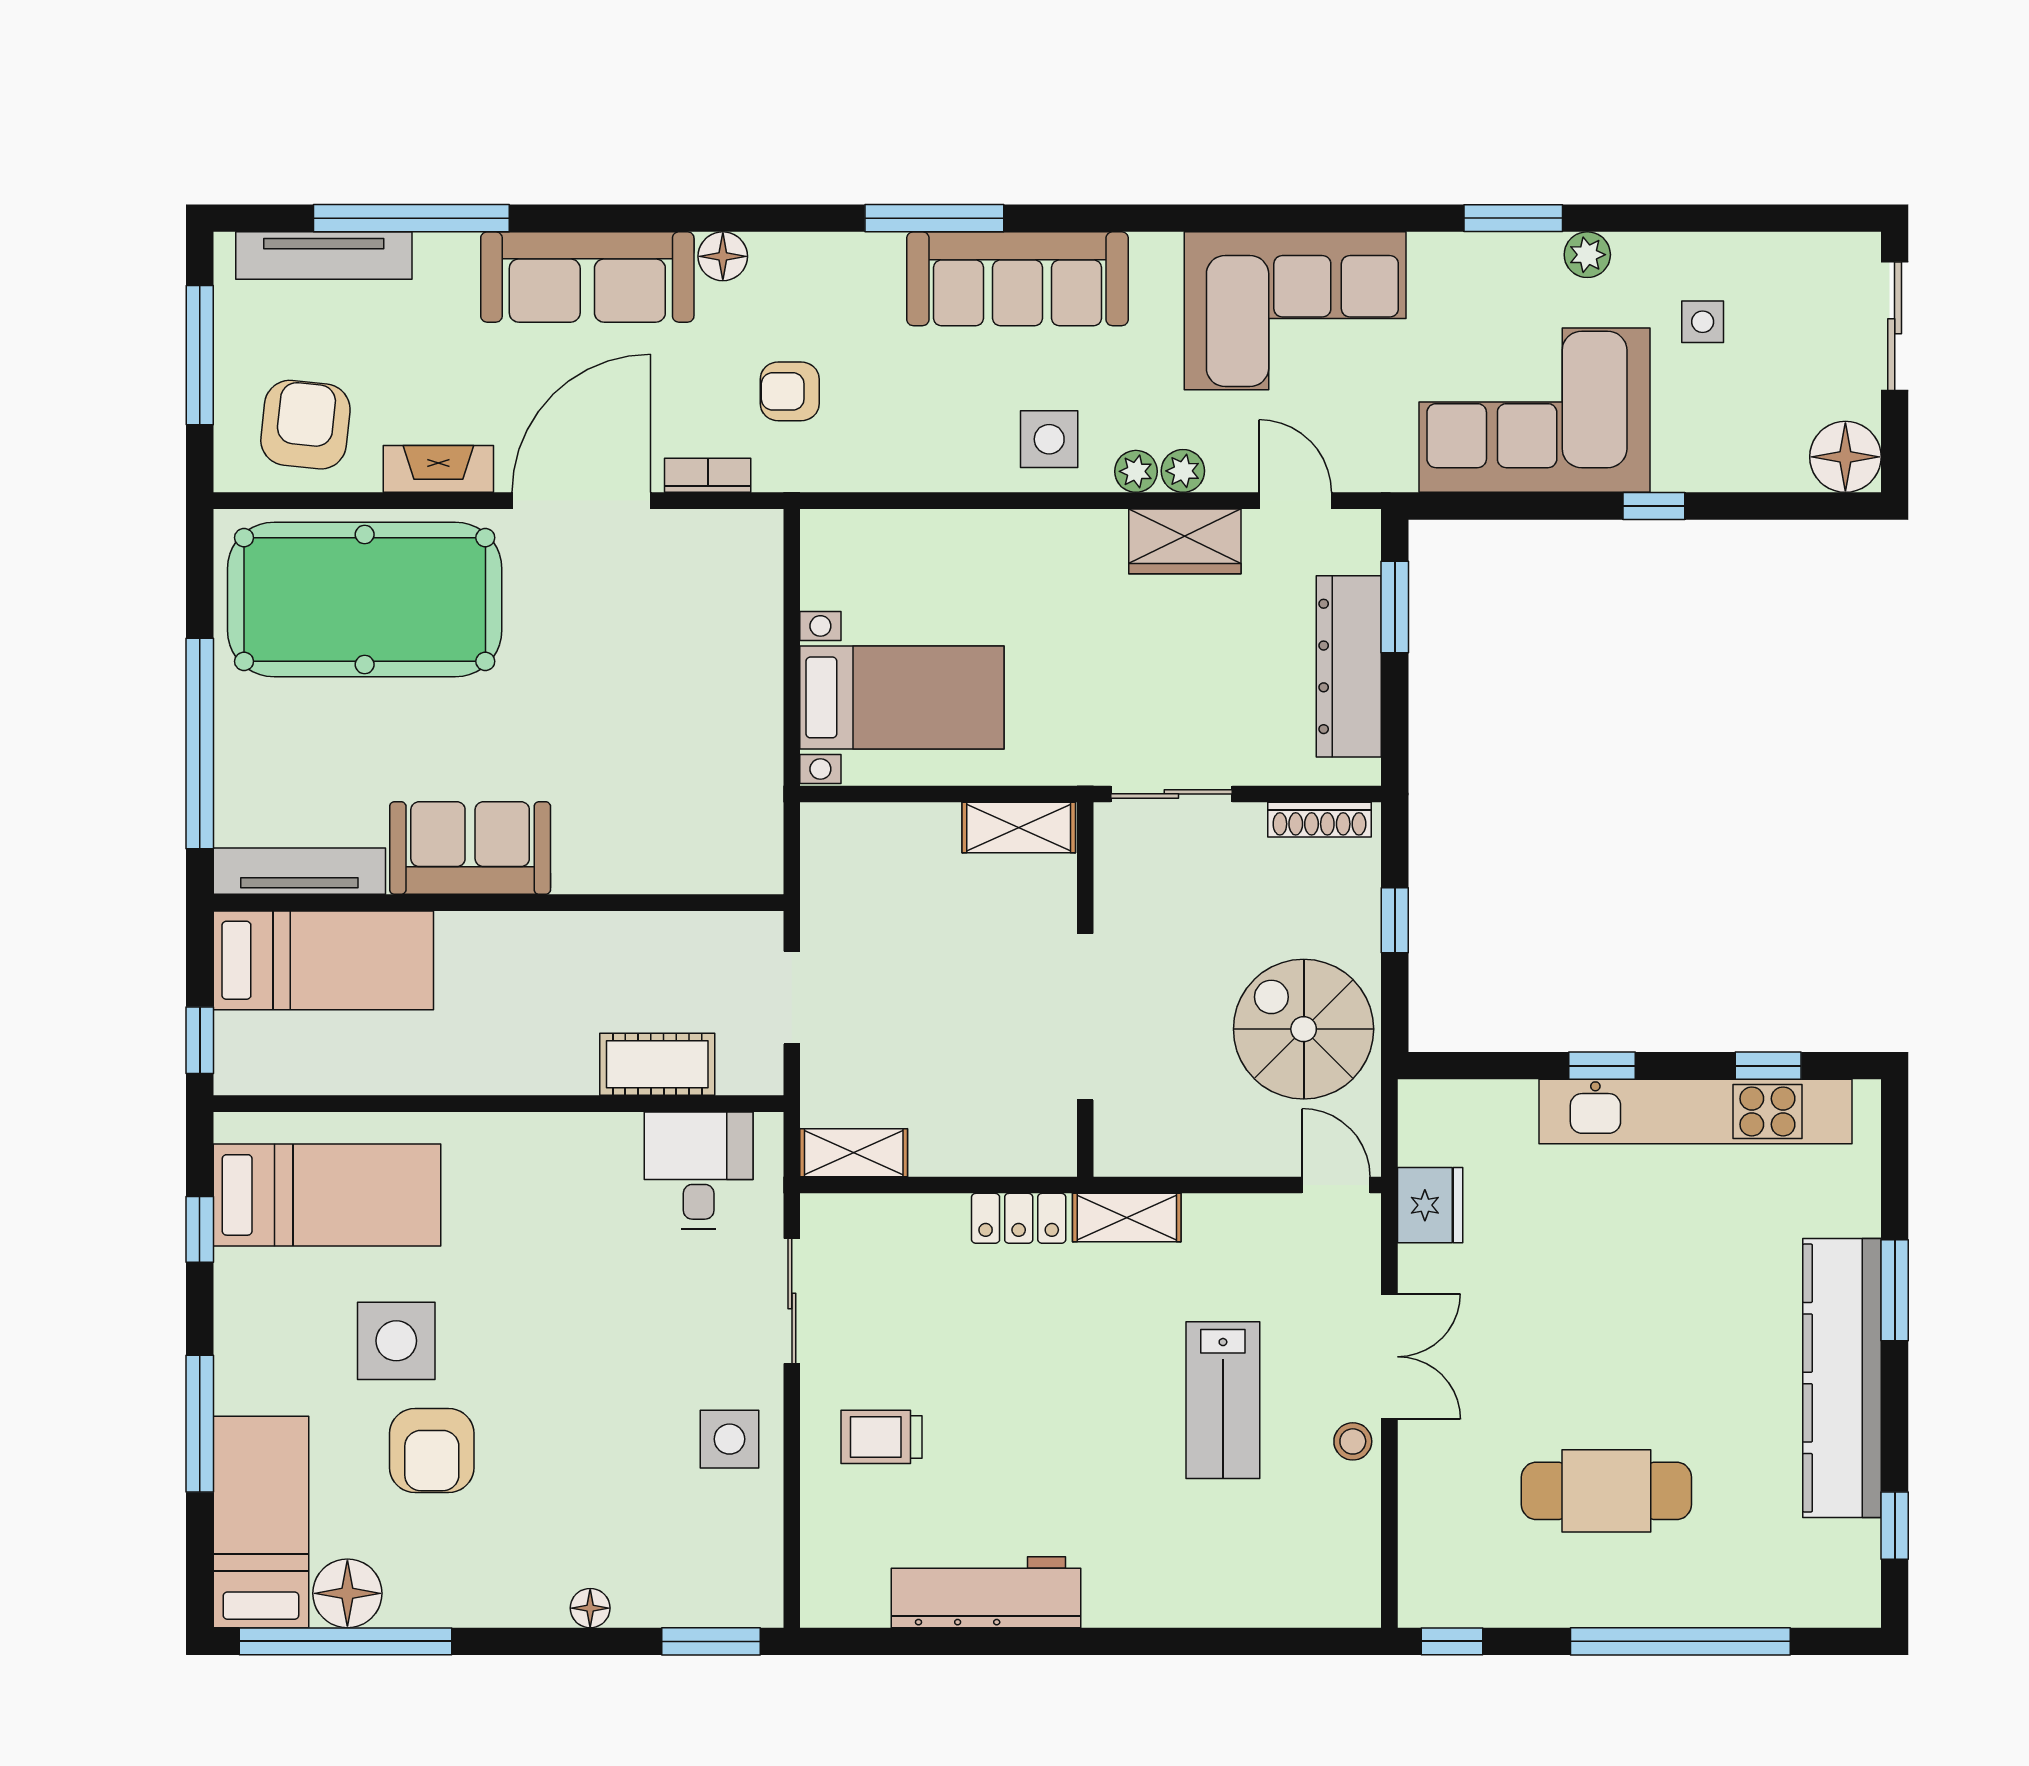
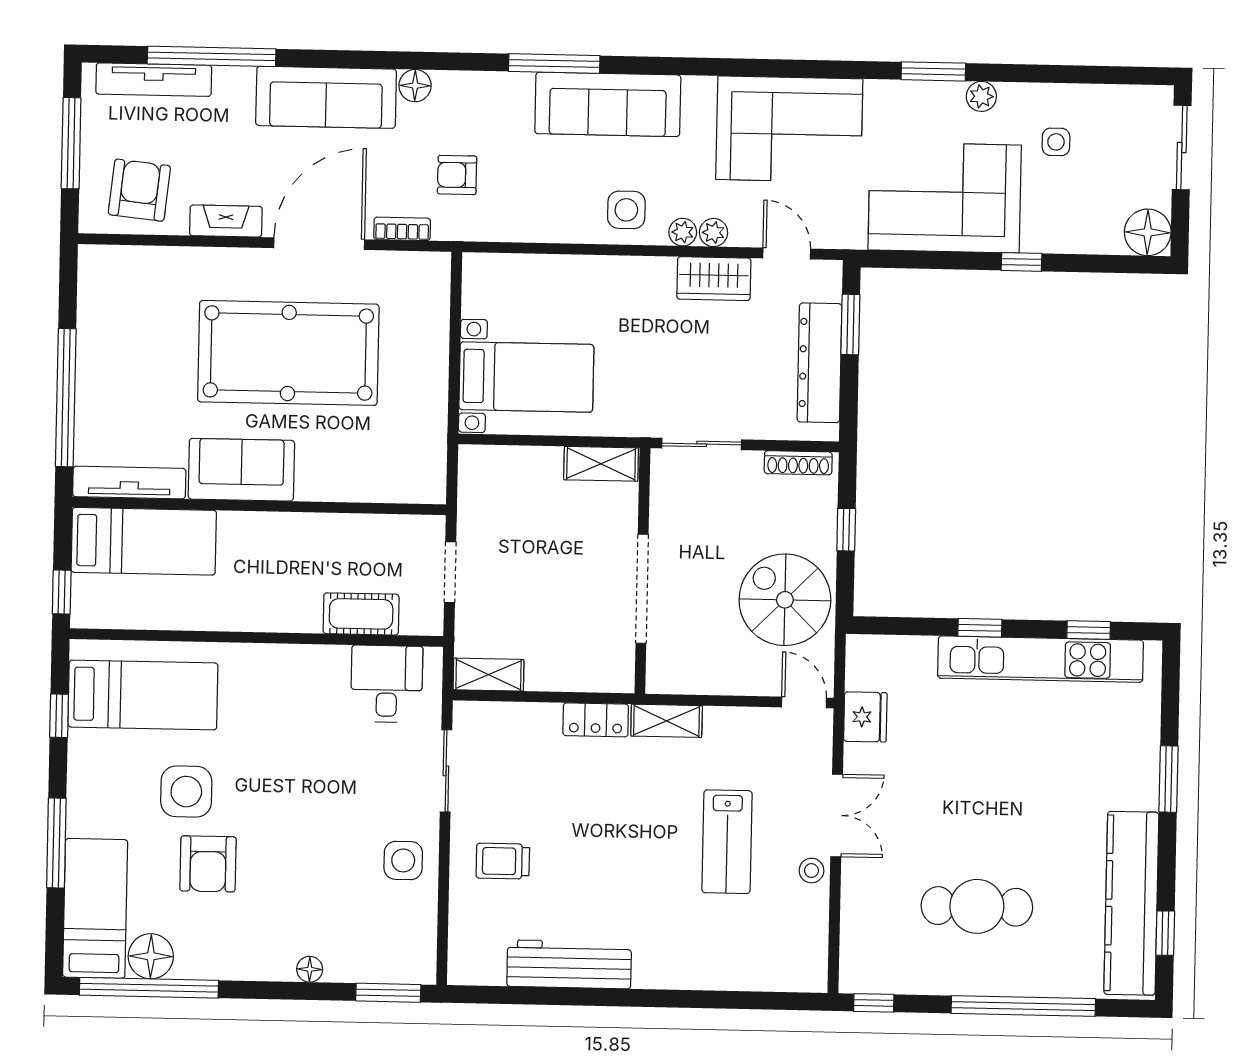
pool table: (365, 600) -> (288, 353), moved
kitchen counter: (1842, 1378) -> (1131, 903), moved

